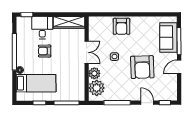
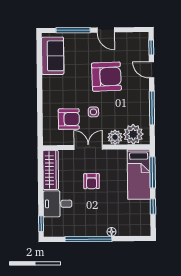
armchair: (121, 26) -> (69, 119), moved
sofa: (168, 37) -> (53, 56), moved, turned -90
armchair: (45, 51) -> (92, 181), moved
bed: (36, 83) -> (139, 174), moved, turned 180
door: (147, 103) -> (151, 70), hinge flipped

